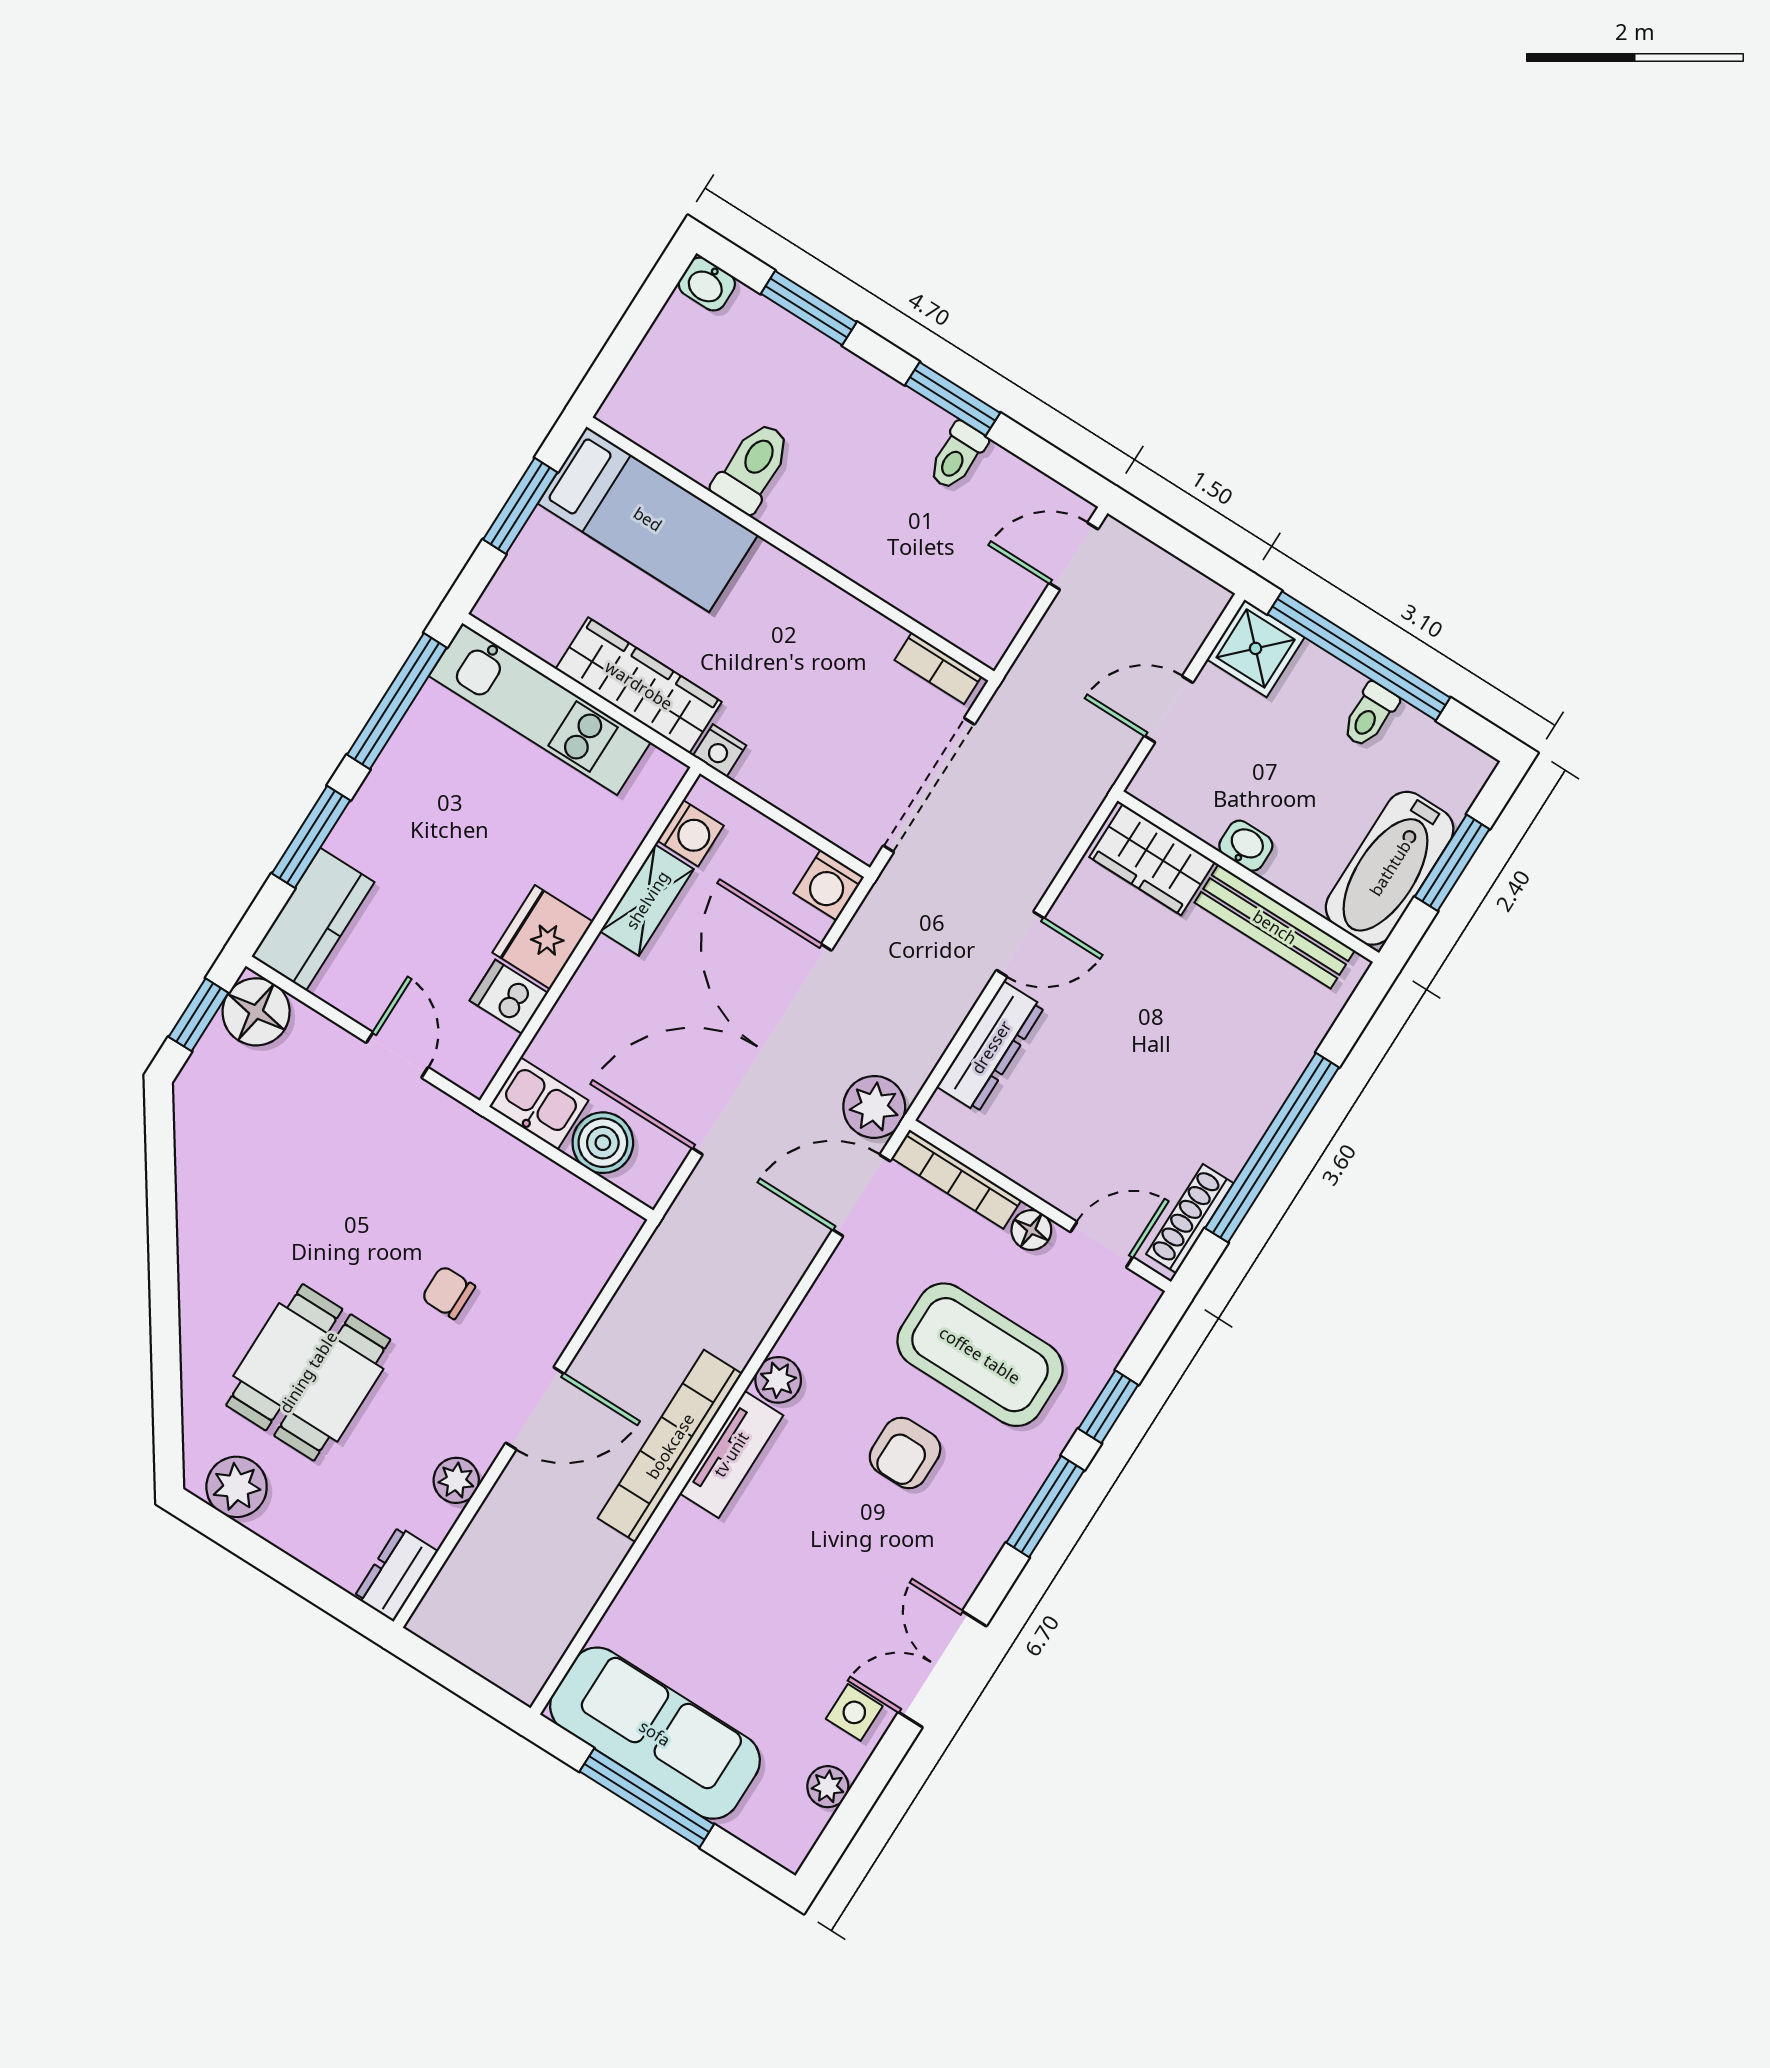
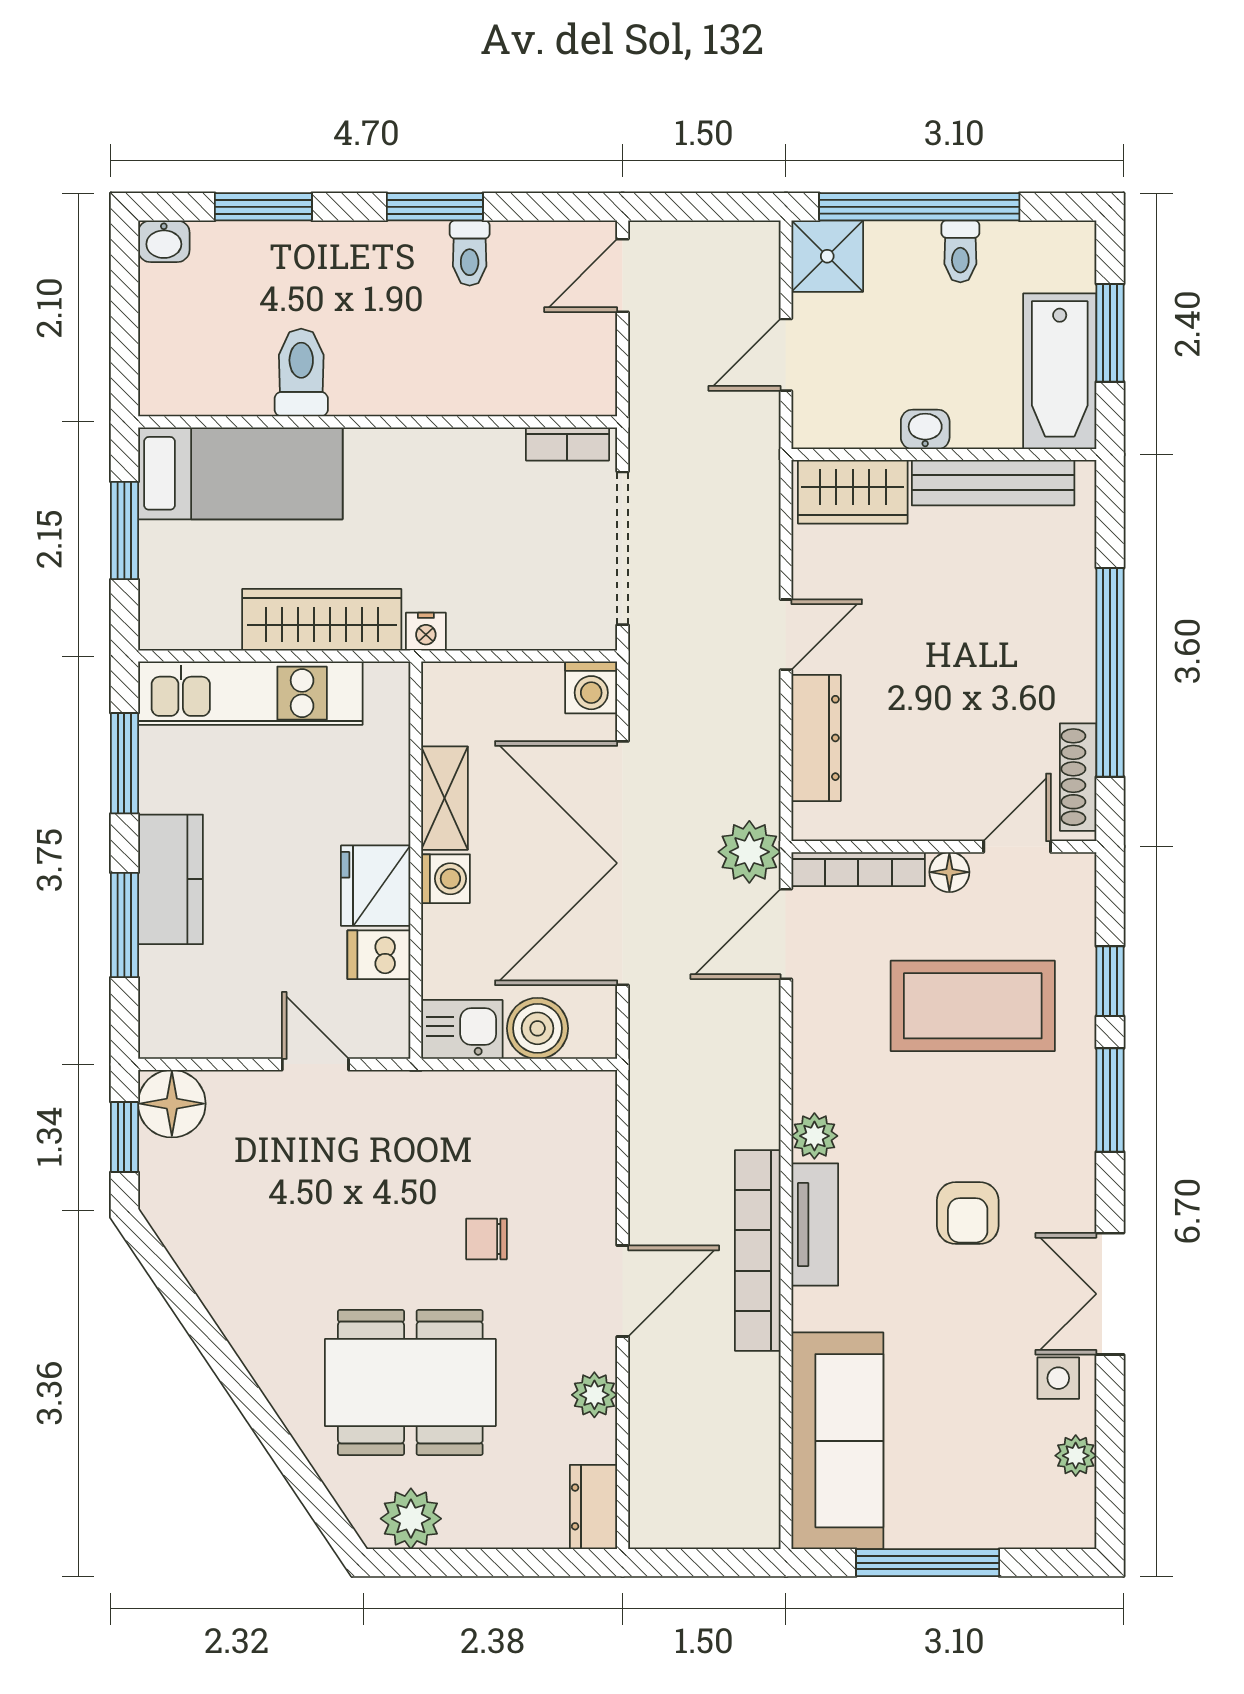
window: (397, 701) -> (124, 763), width x0.69
washing machine: (691, 833) -> (446, 879), moved
kitchen counter: (313, 919) -> (170, 879), moved
dining table: (308, 1372) -> (410, 1382), width x1.38
armchair: (905, 1453) -> (968, 1213), moved
sofa: (655, 1733) -> (837, 1441), moved, turned 90

